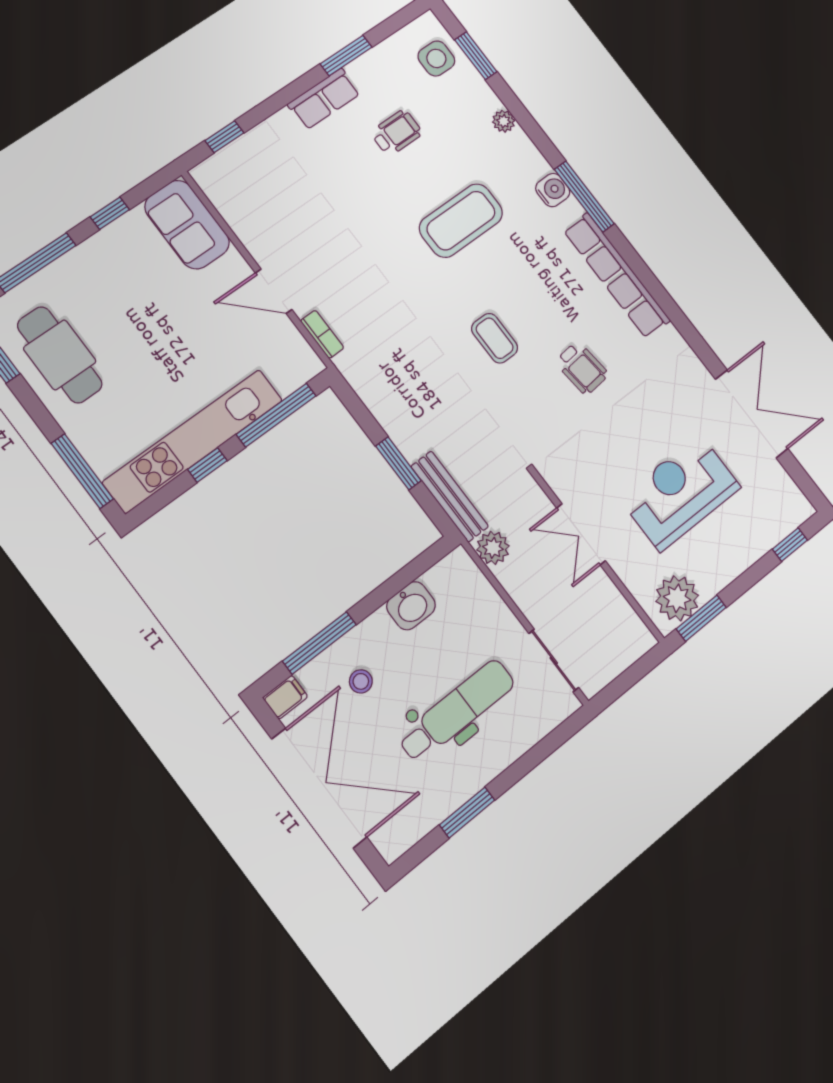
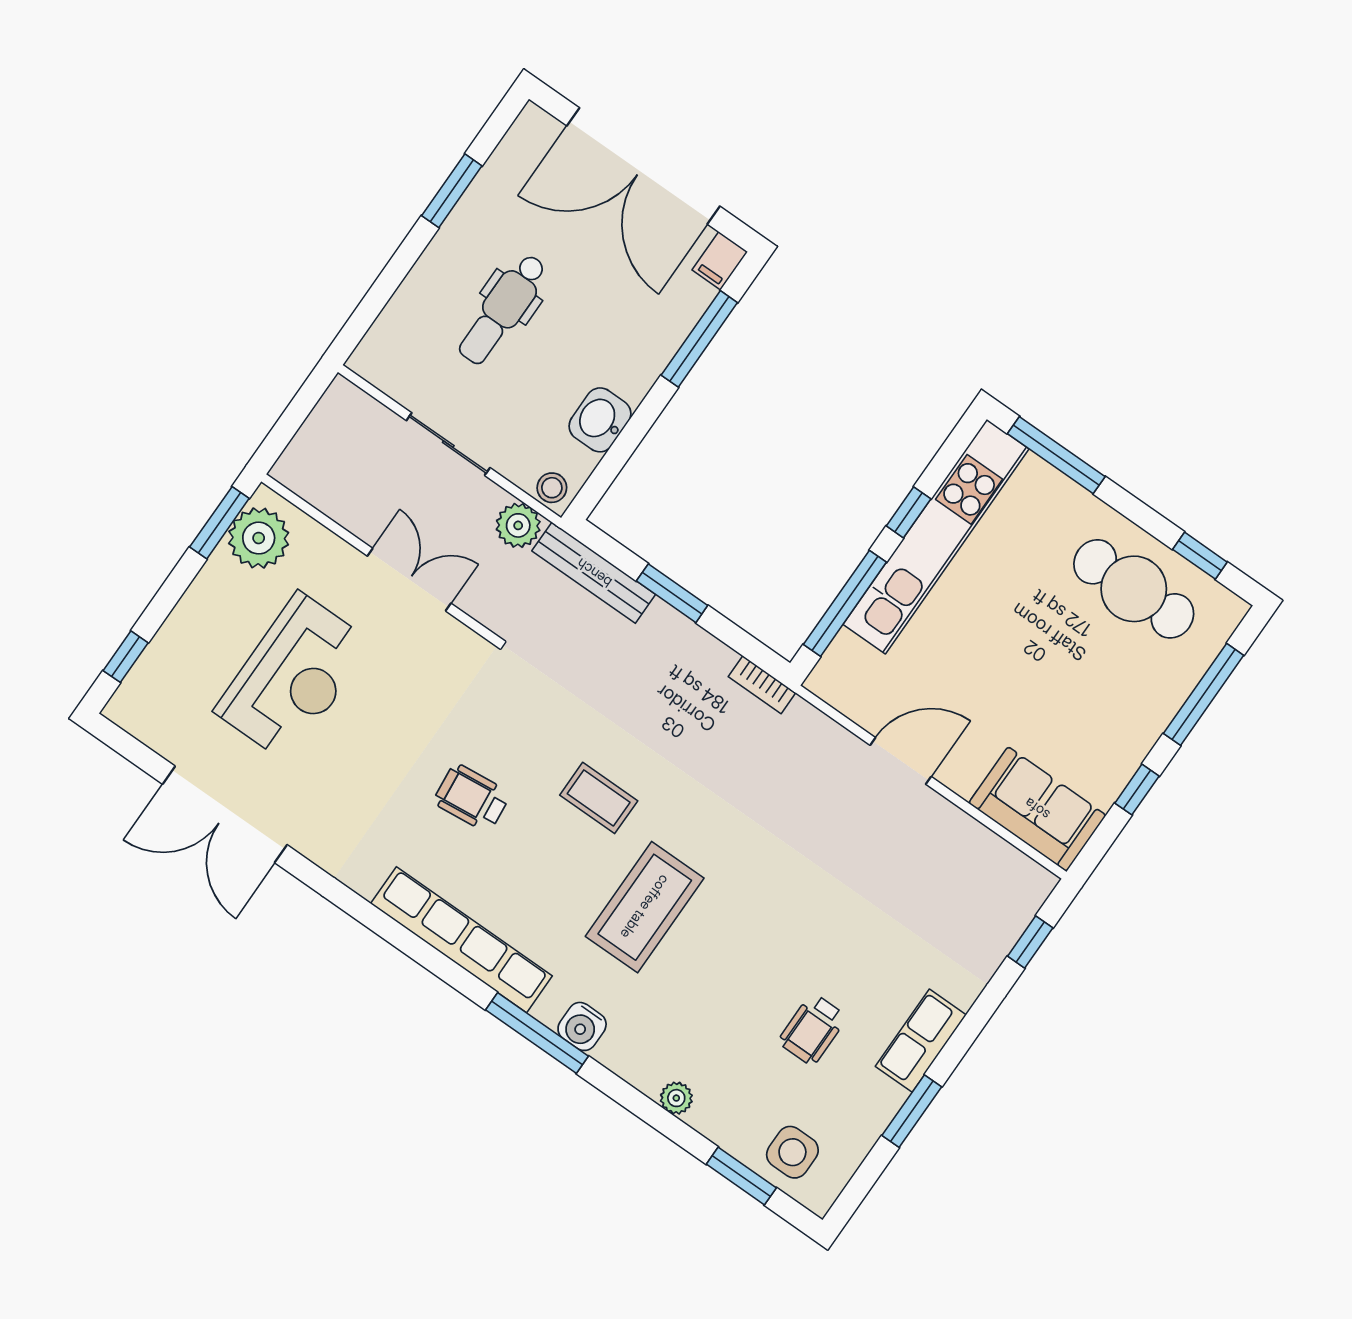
coffee table: (461, 221) -> (645, 907), moved
bookcase: (322, 334) -> (762, 685), moved
sliding door: (554, 660) -> (448, 444), moved
stool: (361, 681) -> (552, 488), moved
dental chair: (457, 711) -> (503, 309), width x0.73, depth x0.72

